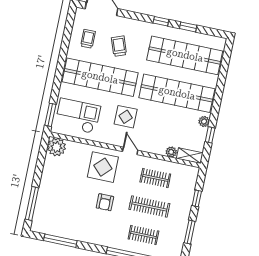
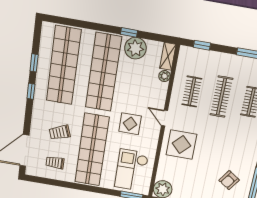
plant: (204, 121) -> (135, 48), width x1.87, depth x1.87
window: (210, 135) -> (129, 32), moved
door: (130, 151) -> (165, 118), hinge flipped
window: (197, 198) -> (202, 45), moved
armchair: (105, 202) -> (229, 180), moved, turned 124

